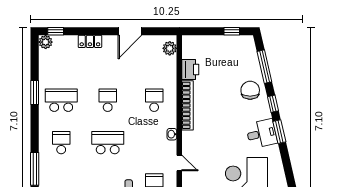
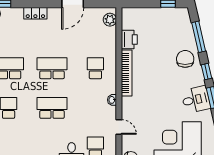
school desk: (108, 100) -> (52, 68), width x1.85

